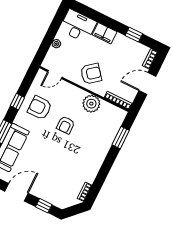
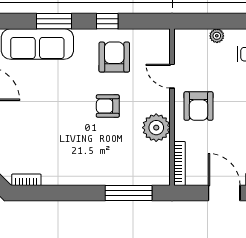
door: (55, 74) -> (172, 76), moved
armchair: (91, 74) -> (198, 106), turned 39
window: (121, 138) -> (129, 193), width x1.44

